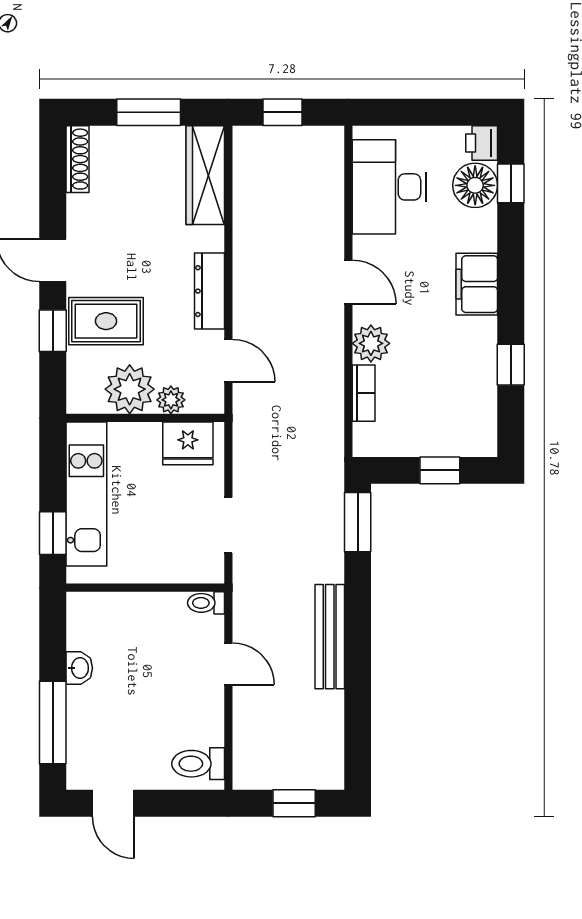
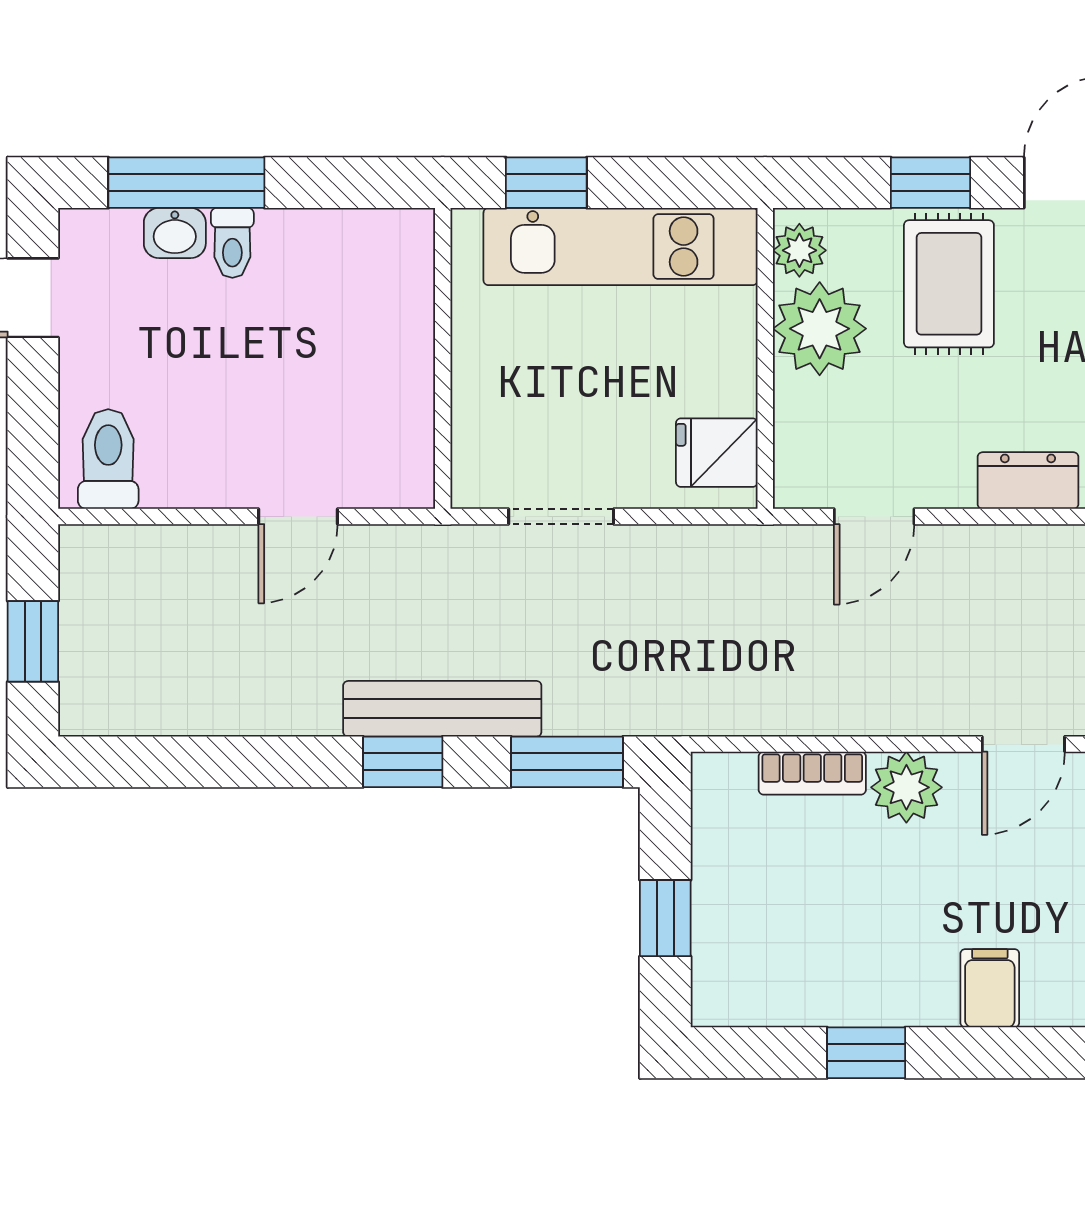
filing cabinet: (477, 284) -> (990, 988), width x0.50
dresser: (210, 291) -> (1028, 481), width x0.70
plant: (171, 400) -> (799, 250), moved
fridge: (188, 443) -> (717, 453), width x0.72
toilet: (206, 603) -> (232, 243), moved, turned 180
window: (358, 609) -> (403, 762), added
bench: (330, 637) -> (442, 709), moved
washbasin: (79, 668) -> (175, 233), moved

